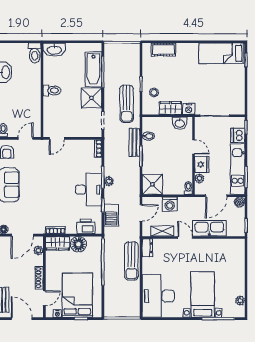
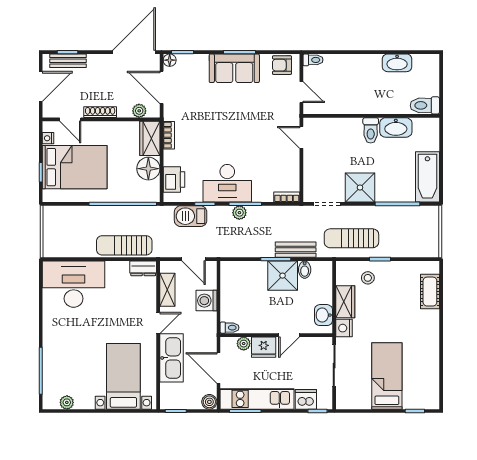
washbasin: (54, 50) -> (396, 127), moved, turned -90
bed: (222, 53) -> (387, 376), moved
bathtub: (93, 69) -> (427, 177), moved, turned -90
shower: (152, 184) -> (283, 276), moved
bed with nightstands: (203, 295) -> (123, 376), moved, turned -90

